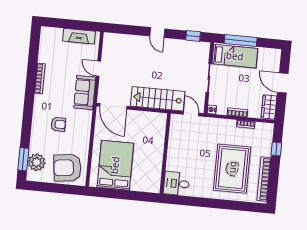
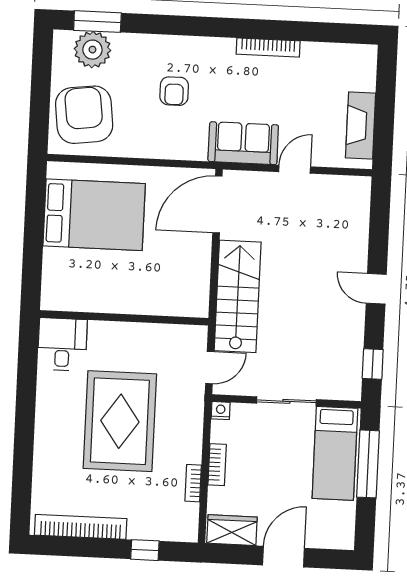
door: (157, 33) -> (376, 289), hinge flipped
rug: (232, 169) -> (120, 421), moved, turned 90

